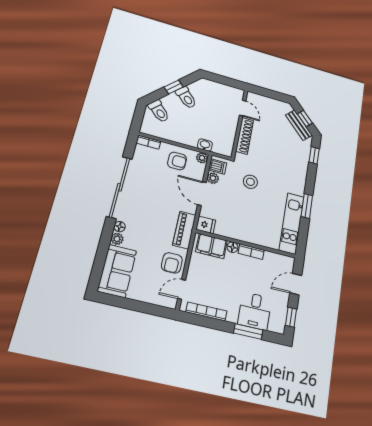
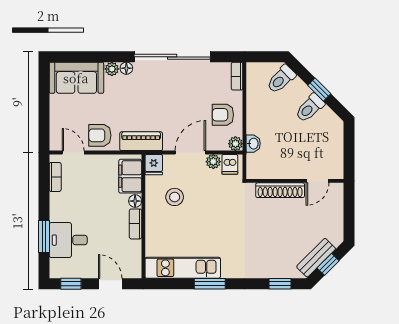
armchair: (177, 161) -> (223, 115), turned 90
stool: (250, 182) -> (175, 197), moved
bookcase: (206, 312) -> (55, 177), width x0.64

